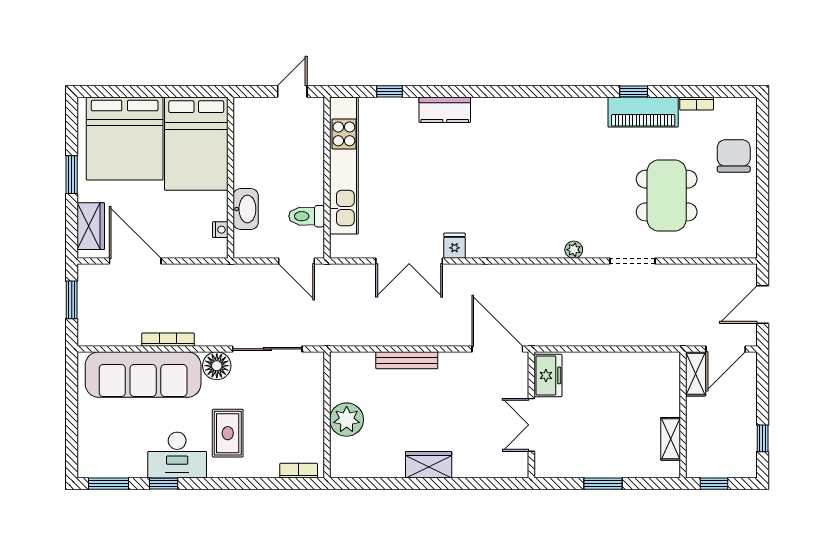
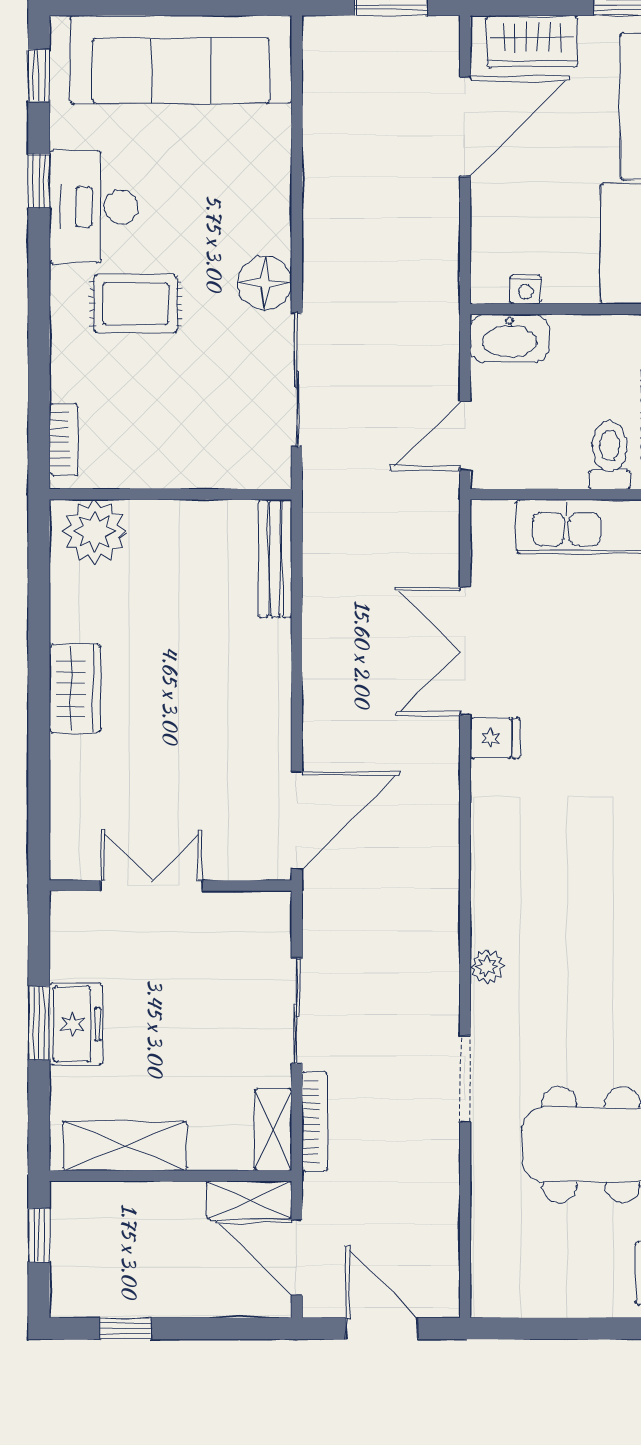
washbasin: (246, 209) -> (509, 338), moved
toilet: (307, 216) -> (610, 455), moved
bookcase: (168, 340) -> (315, 1121), moved
sliding door: (597, 349) -> (297, 1011), added
bench: (407, 360) -> (275, 558), moved
shelving: (659, 361) -> (273, 1130), added
sofa: (143, 375) -> (181, 59), moved, turned -90
freezer: (548, 375) -> (76, 1024), moved, turned -90
plant: (347, 420) -> (94, 532), moved
shelving: (671, 439) -> (125, 1146), width x1.50, depth x1.33
window: (109, 484) -> (39, 76), width x0.67

